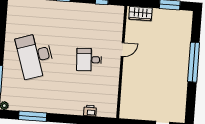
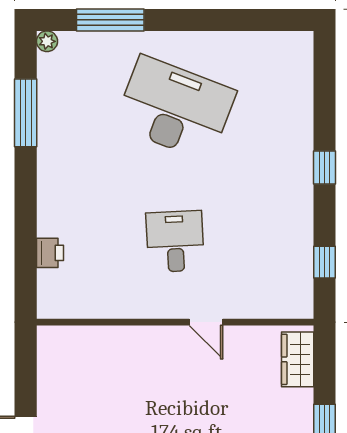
desk: (35, 56) -> (175, 108), turned 39

